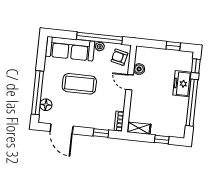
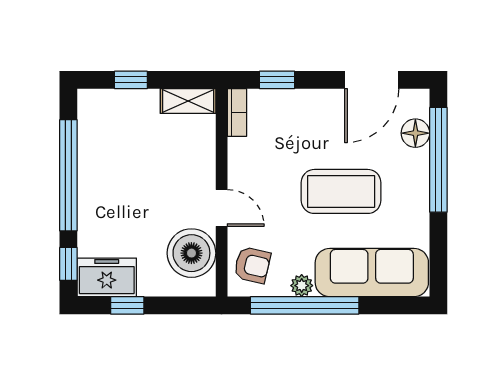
boiler: (139, 69) -> (191, 253), width x1.86, depth x1.86
freezer: (182, 84) -> (107, 277), moved, turned -90
door: (62, 129) -> (372, 80), swing flipped

